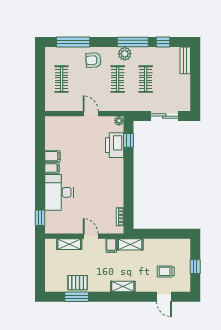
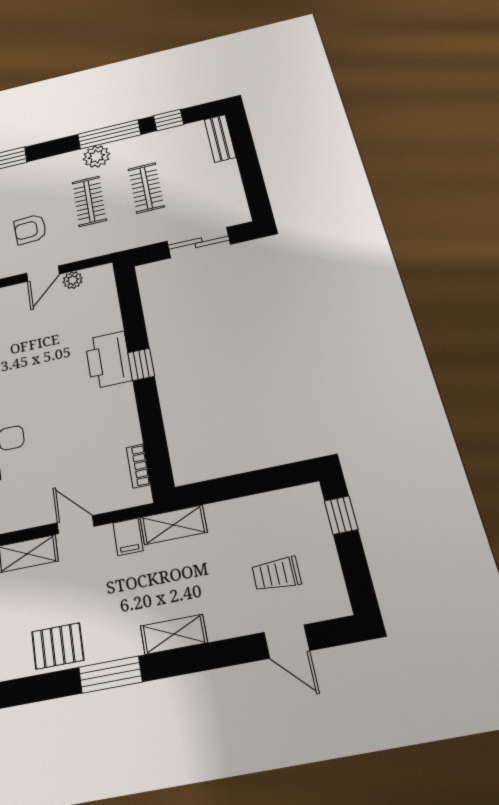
armchair: (93, 60) -> (30, 229), moved
door: (91, 114) -> (43, 274), swing flipped
plant: (119, 121) -> (73, 280), moved
window: (129, 140) -> (141, 364), moved
printer: (115, 145) -> (108, 360), moved
window: (195, 267) -> (341, 515), moved
window: (77, 297) -> (110, 675), moved

